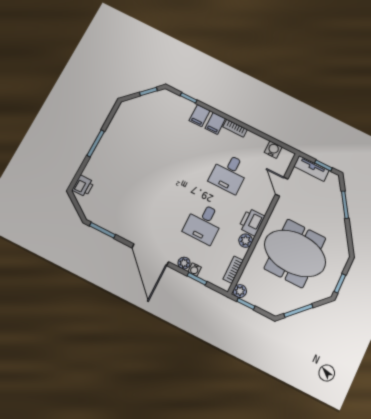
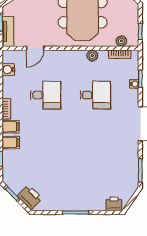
printer: (252, 222) -> (30, 197), moved, turned -135
plant: (184, 263) -> (134, 95), removed
plant: (240, 291) -> (121, 41), moved

